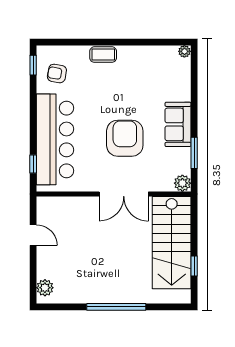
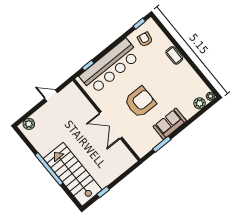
plant: (182, 183) -> (200, 103), moved
door: (33, 235) -> (51, 96), swing flipped
stairs: (172, 243) -> (73, 174), moved, turned 90

